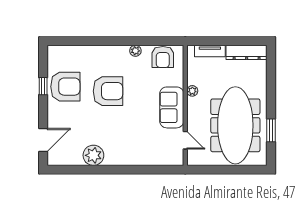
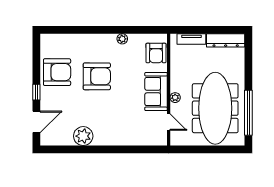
armchair: (163, 57) -> (156, 53), moved
window: (43, 86) -> (36, 92), moved
plant: (192, 91) -> (175, 98), moved
window: (271, 130) -> (248, 113), width x2.11

